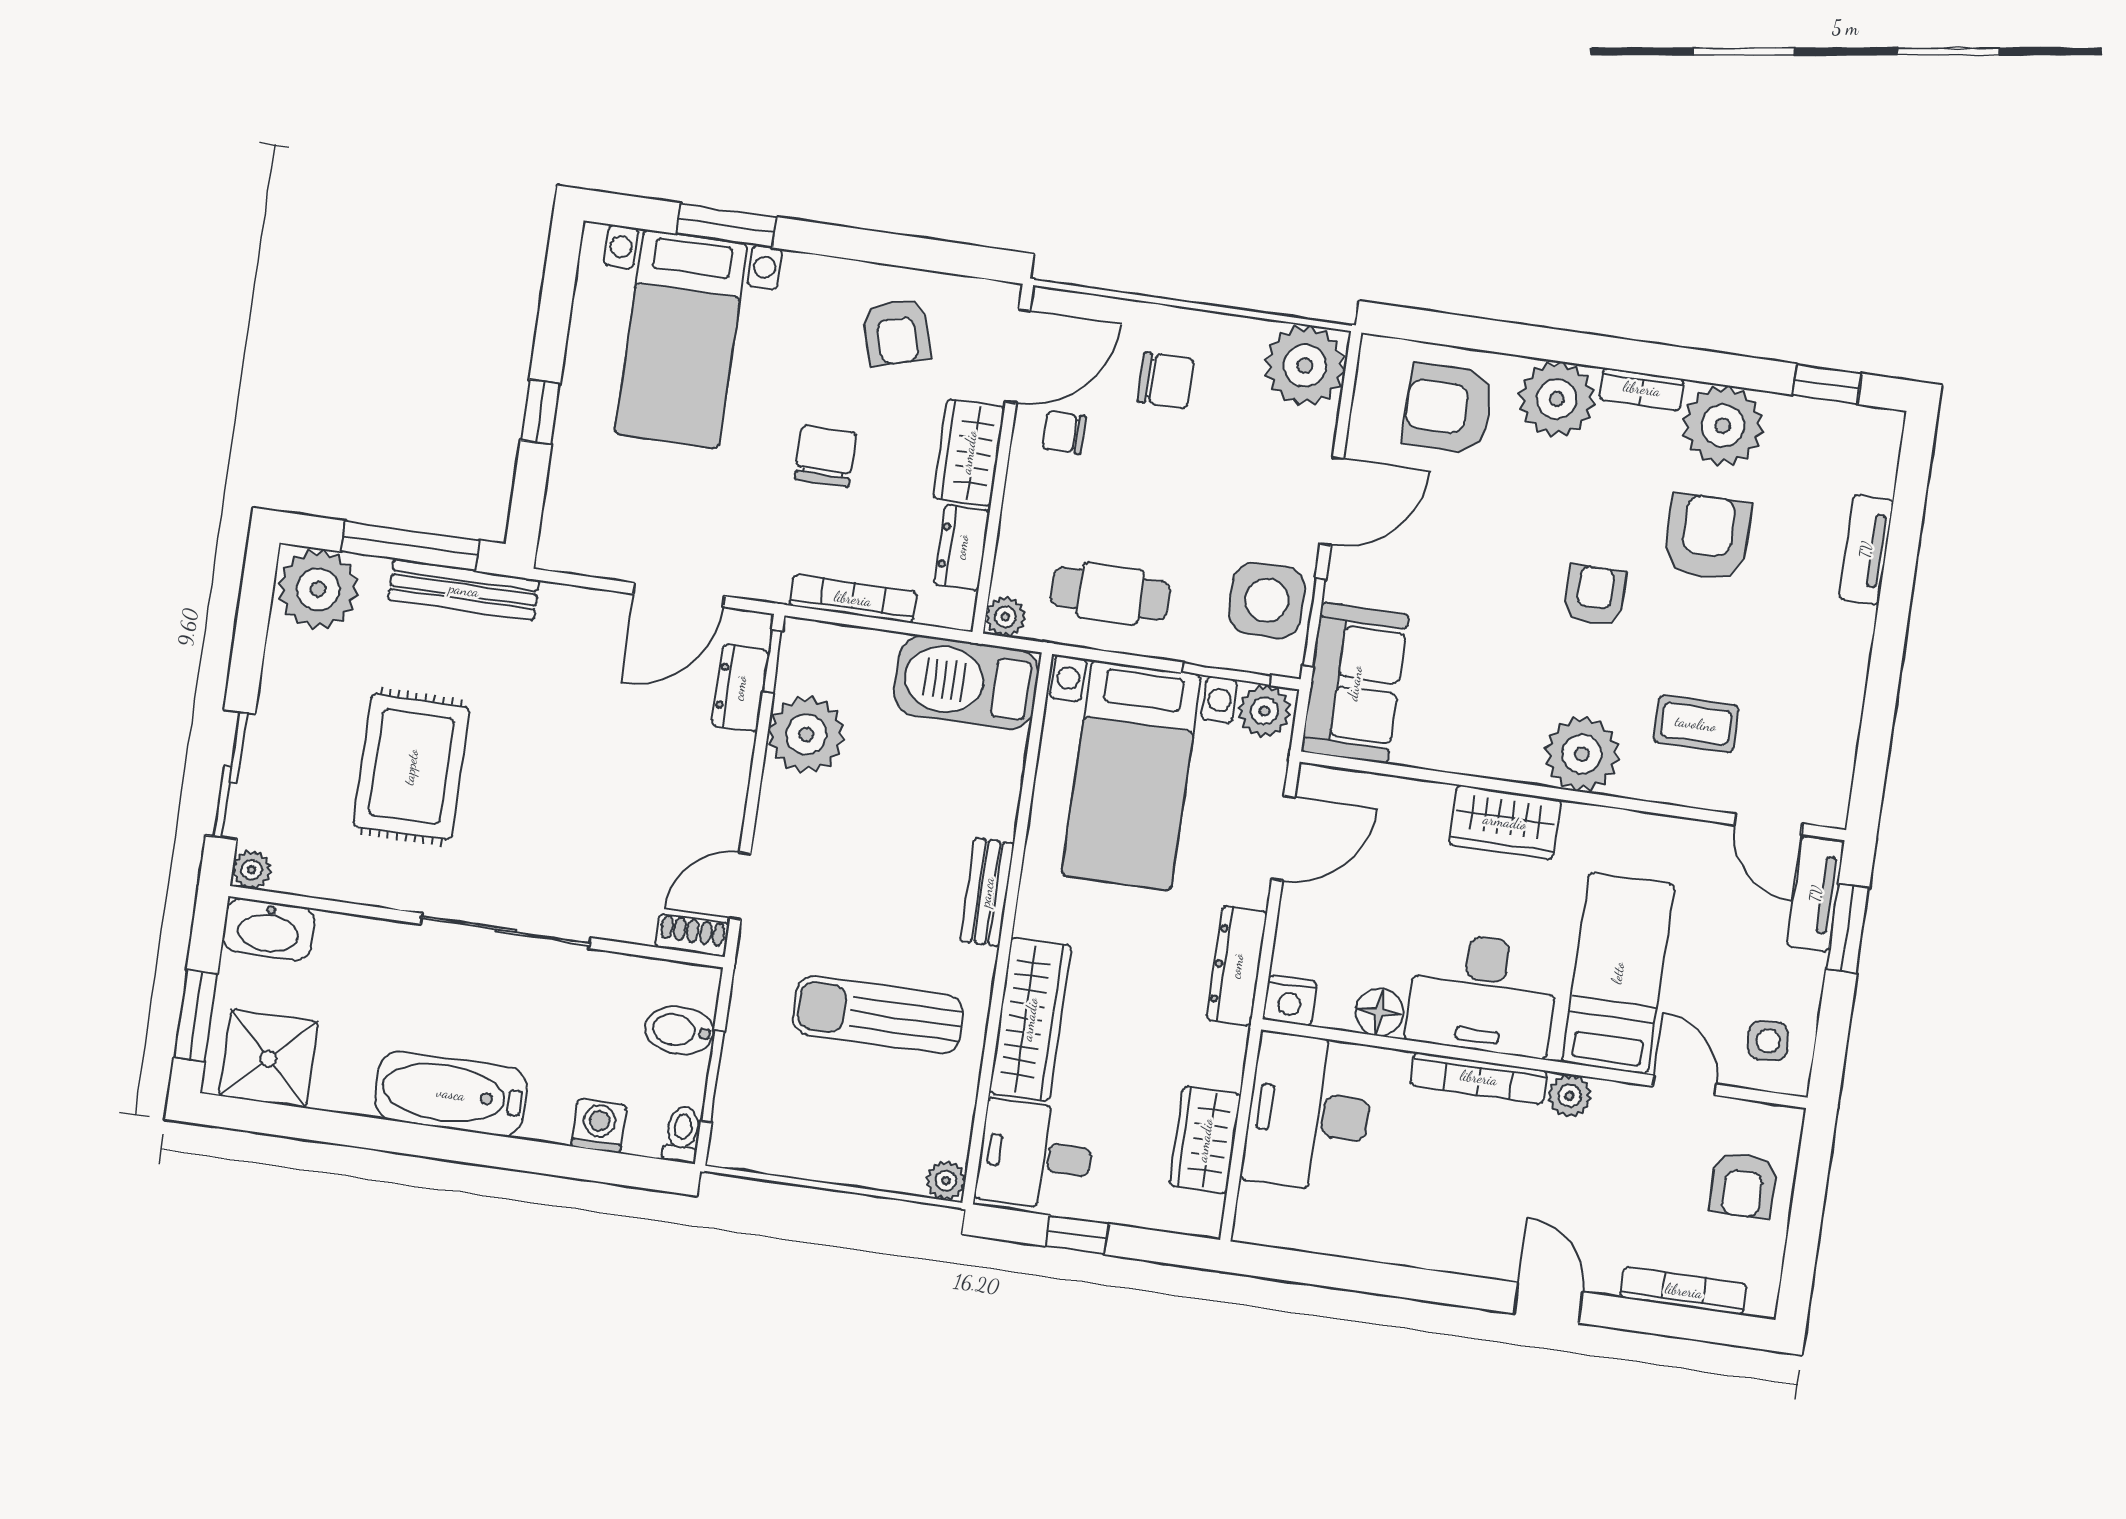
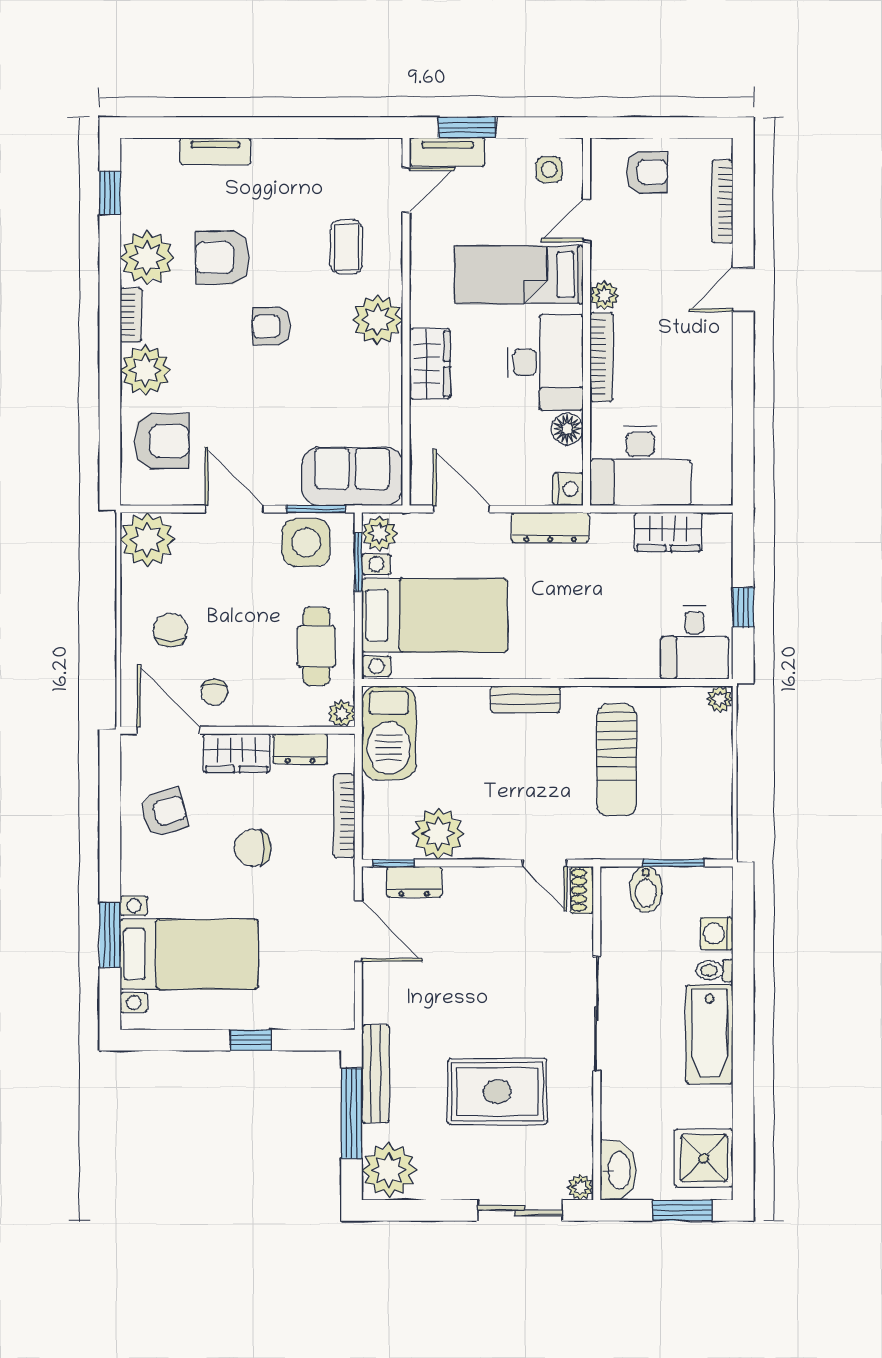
armchair: (1448, 408) -> (162, 441), turned -90
wardrobe: (1030, 1019) -> (605, 659), removed
toilet: (682, 1134) -> (714, 970), moved

